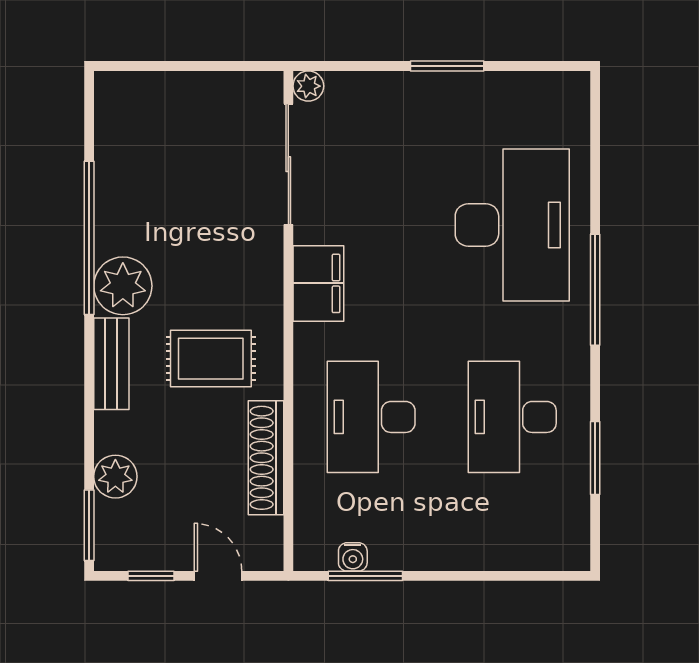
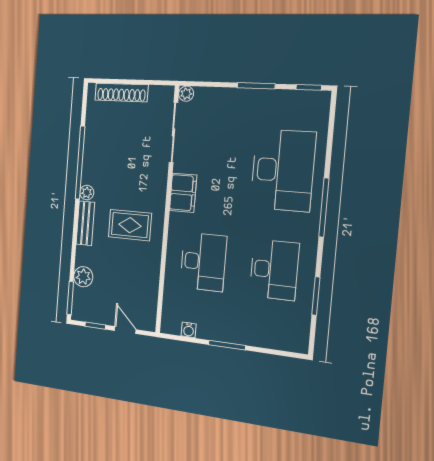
window: (548, 66) -> (309, 87), added
plant: (123, 286) -> (87, 193), width x0.53, depth x0.53
desk: (371, 417) -> (203, 262), turned 180
desk: (512, 417) -> (274, 270), turned 180
shoe rack: (266, 458) -> (121, 93), moved, turned -90
window: (365, 576) -> (227, 345), moved

